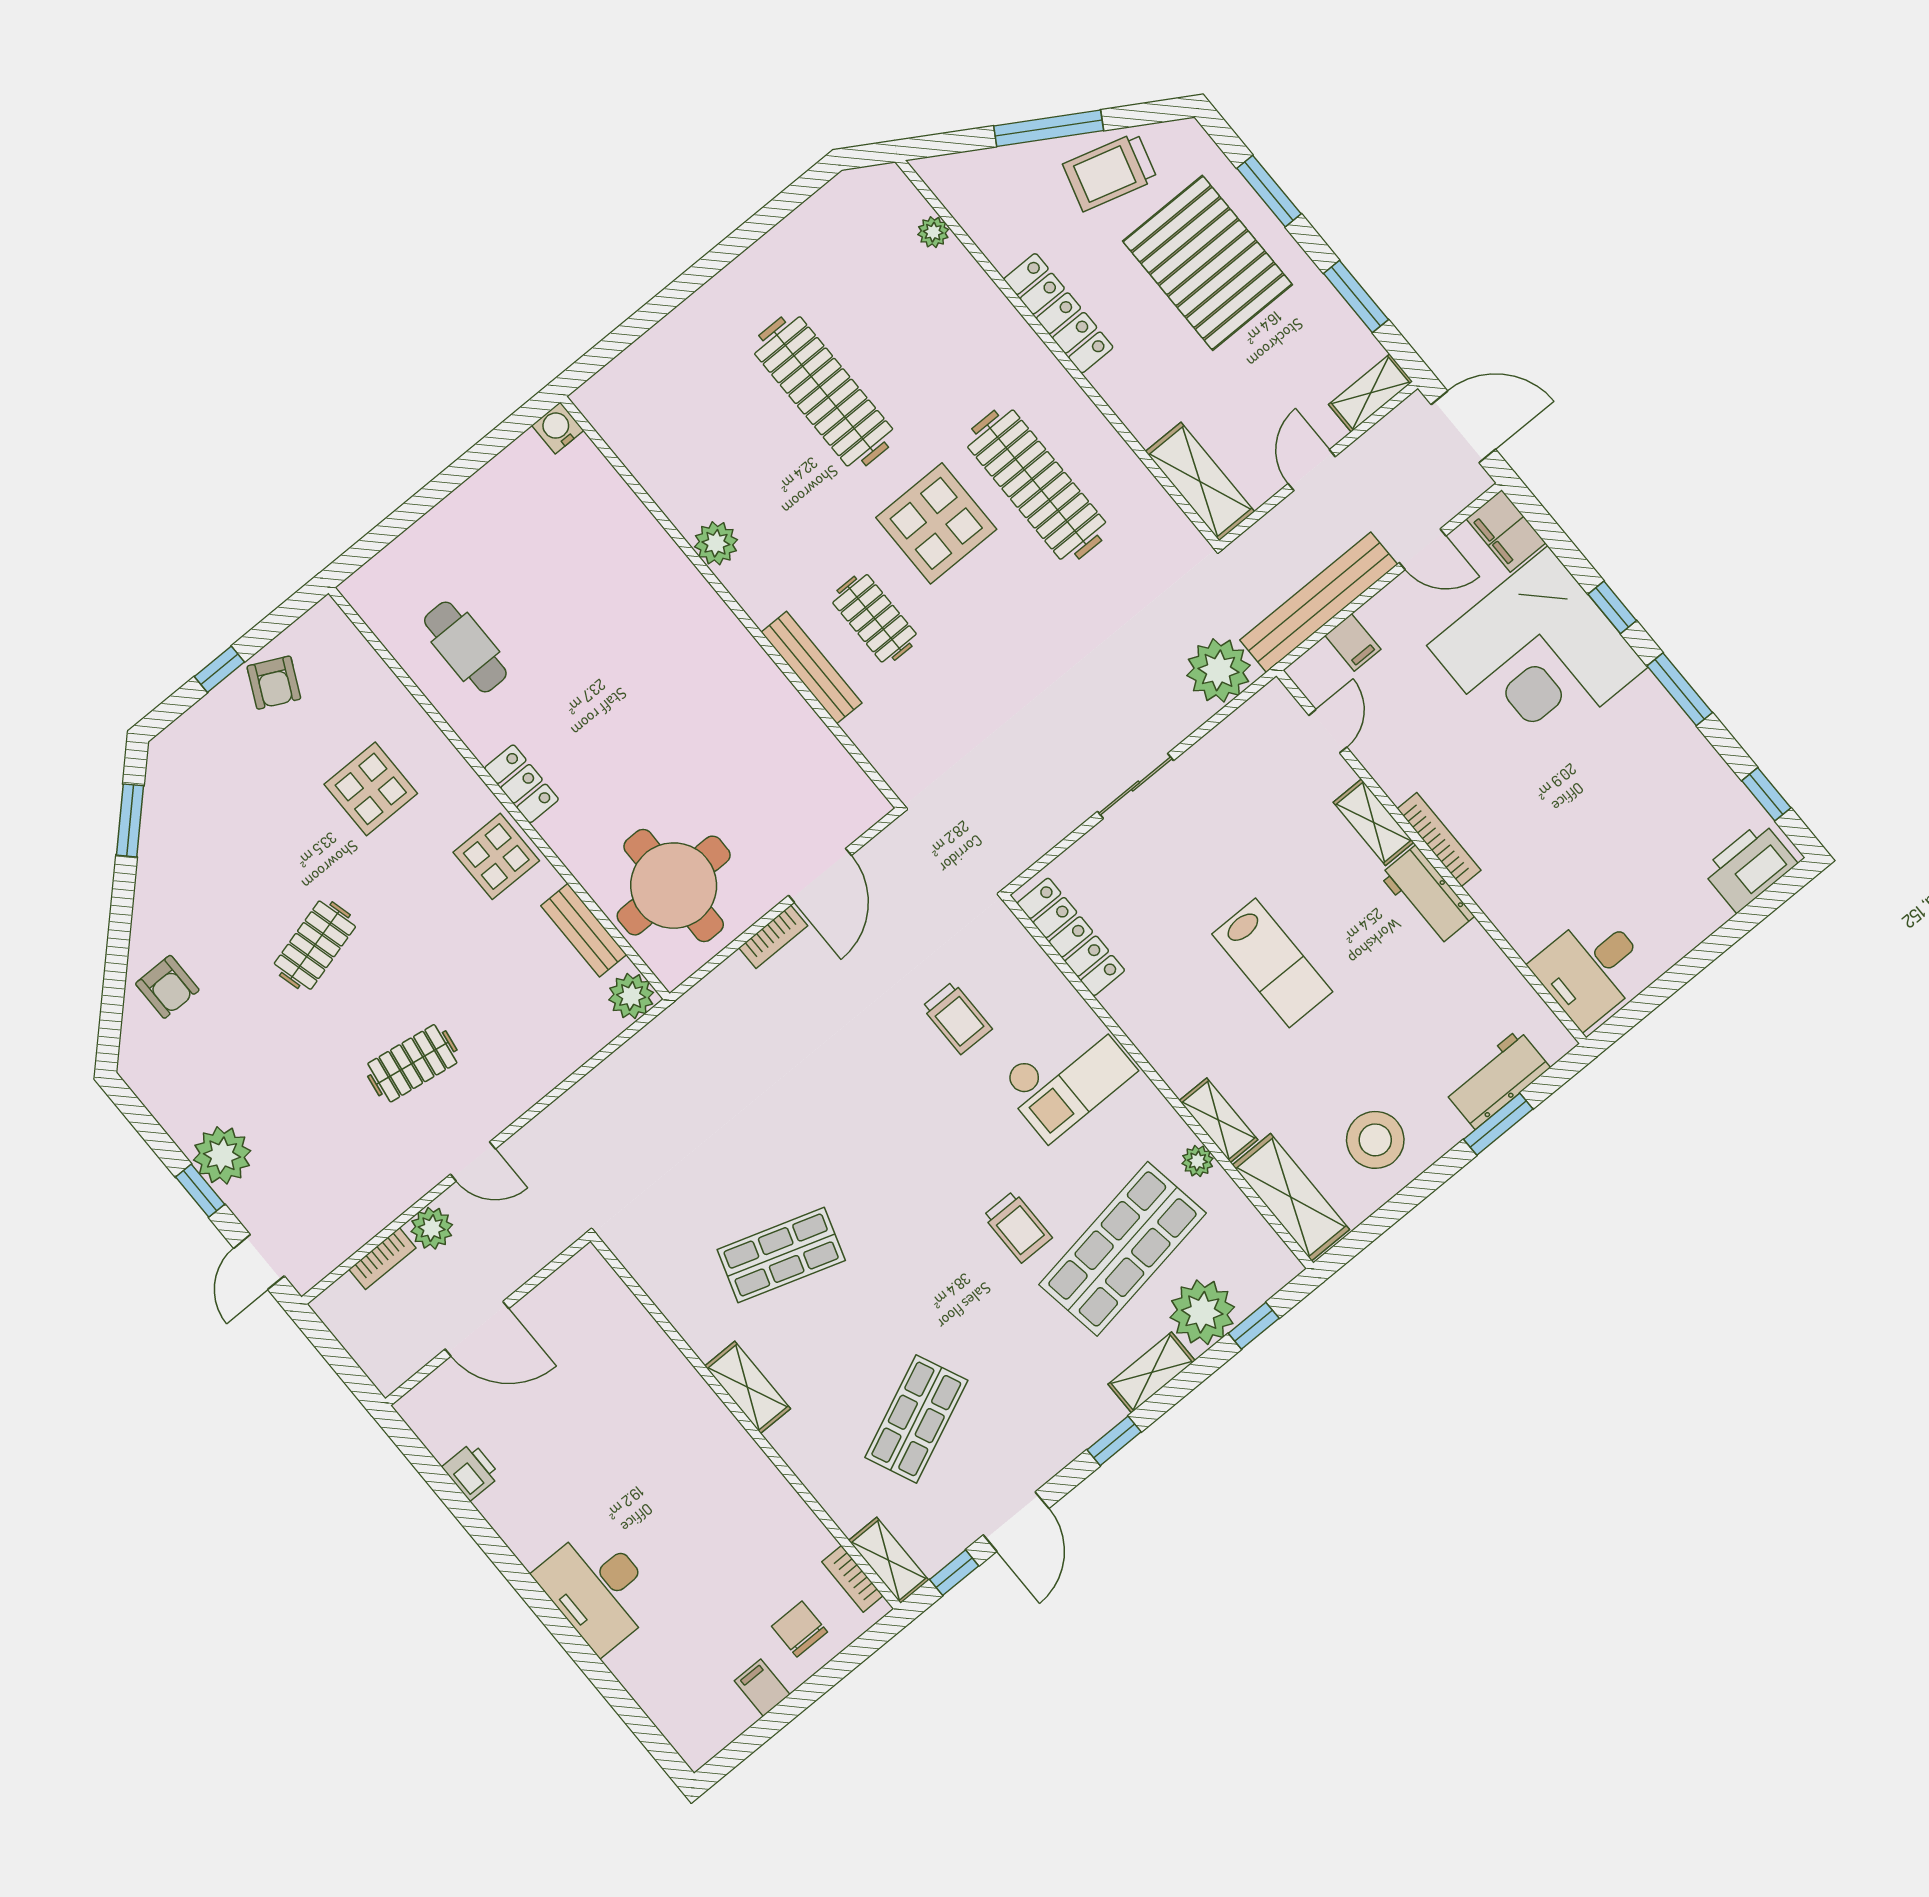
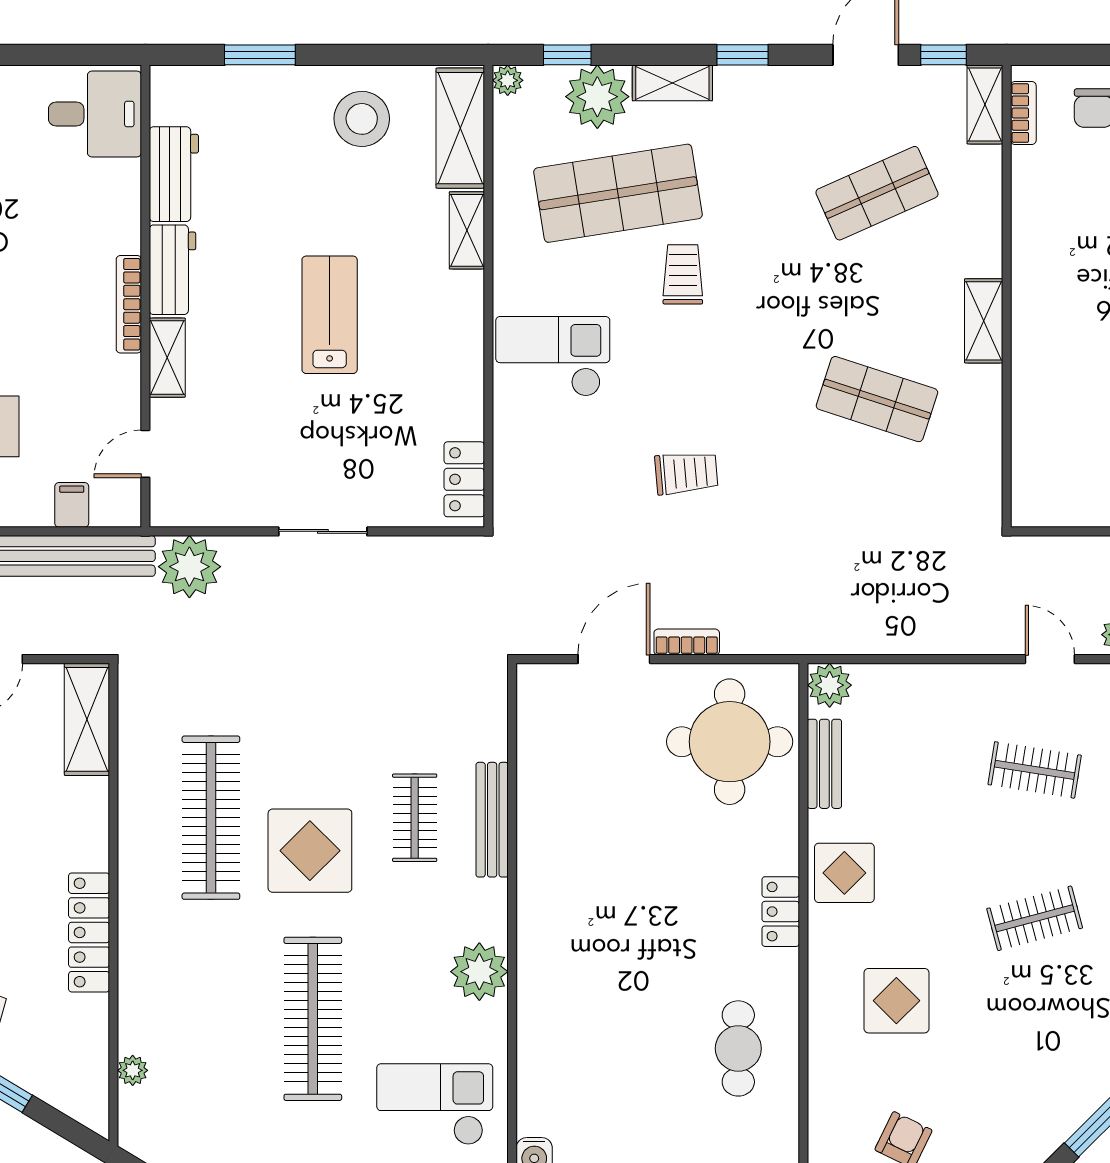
checkout: (670, 403) -> (435, 1104), added
plant: (716, 543) -> (479, 972), width x1.36, depth x1.36
locker: (1071, 937) -> (464, 479), width x0.66
trolley: (957, 1018) -> (686, 473), moved, turned 85
workbench: (1497, 1079) -> (174, 174), moved, turned -90
plant: (1198, 1161) -> (508, 80), moved

